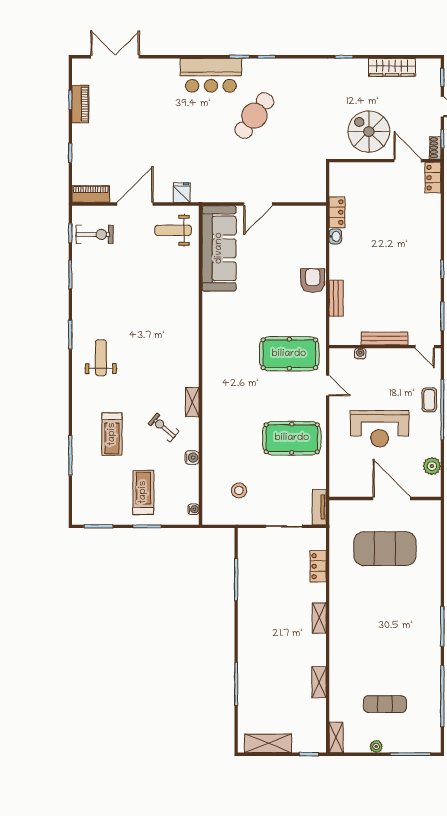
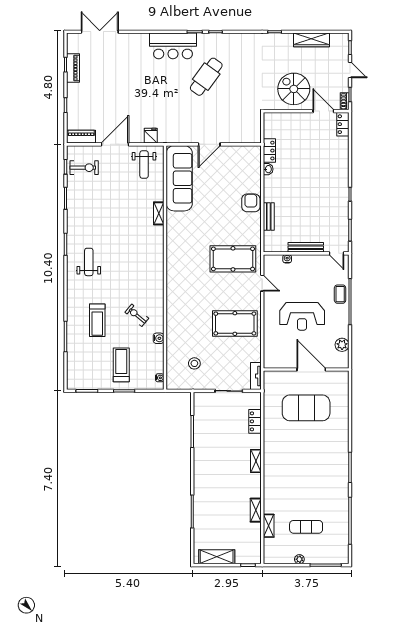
weight bench: (173, 230) -> (144, 164), turned -90
shelving: (192, 402) -> (159, 213), moved
shelving: (336, 737) -> (269, 526), moved

